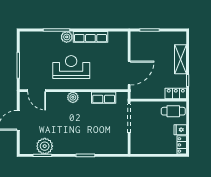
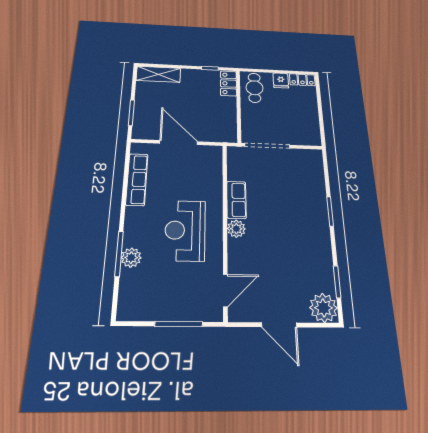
plant: (67, 37) -> (131, 258), moved
row of seats: (90, 37) -> (137, 179), moved
shelving: (181, 59) -> (159, 74), moved
door: (129, 73) -> (179, 143), moved
row of seats: (104, 98) -> (236, 200), moved
plant: (45, 146) -> (323, 308), moved

